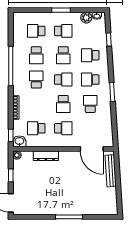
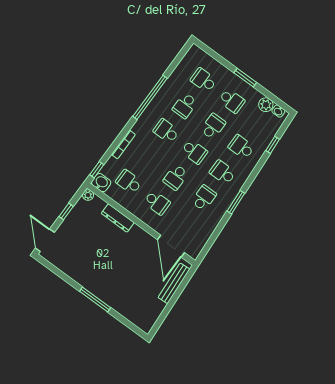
school desk: (63, 55) -> (213, 126), turned 180
school desk: (36, 80) -> (166, 131), turned -90

